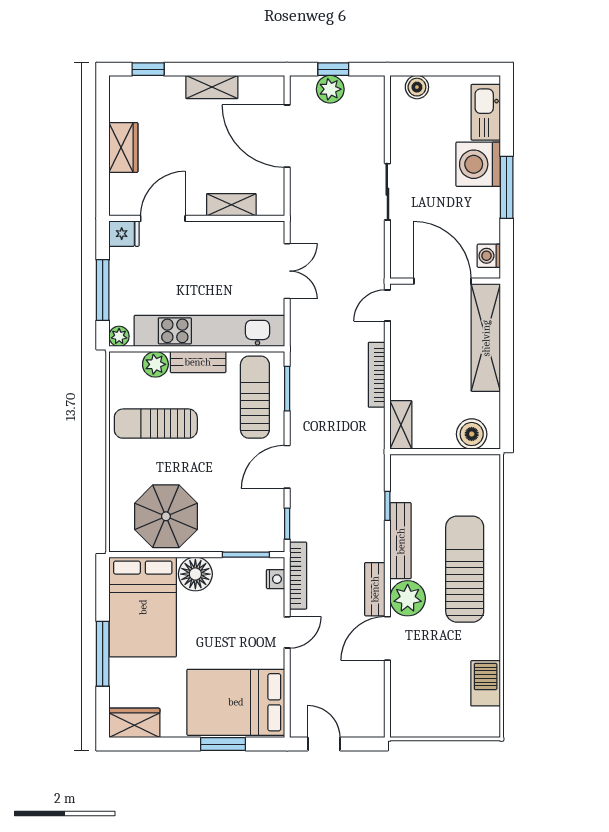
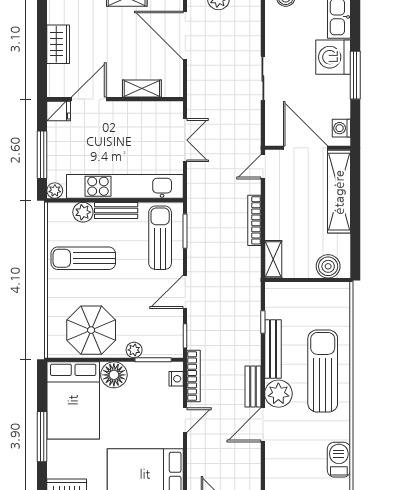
plant: (221, 542) -> (134, 350), added

